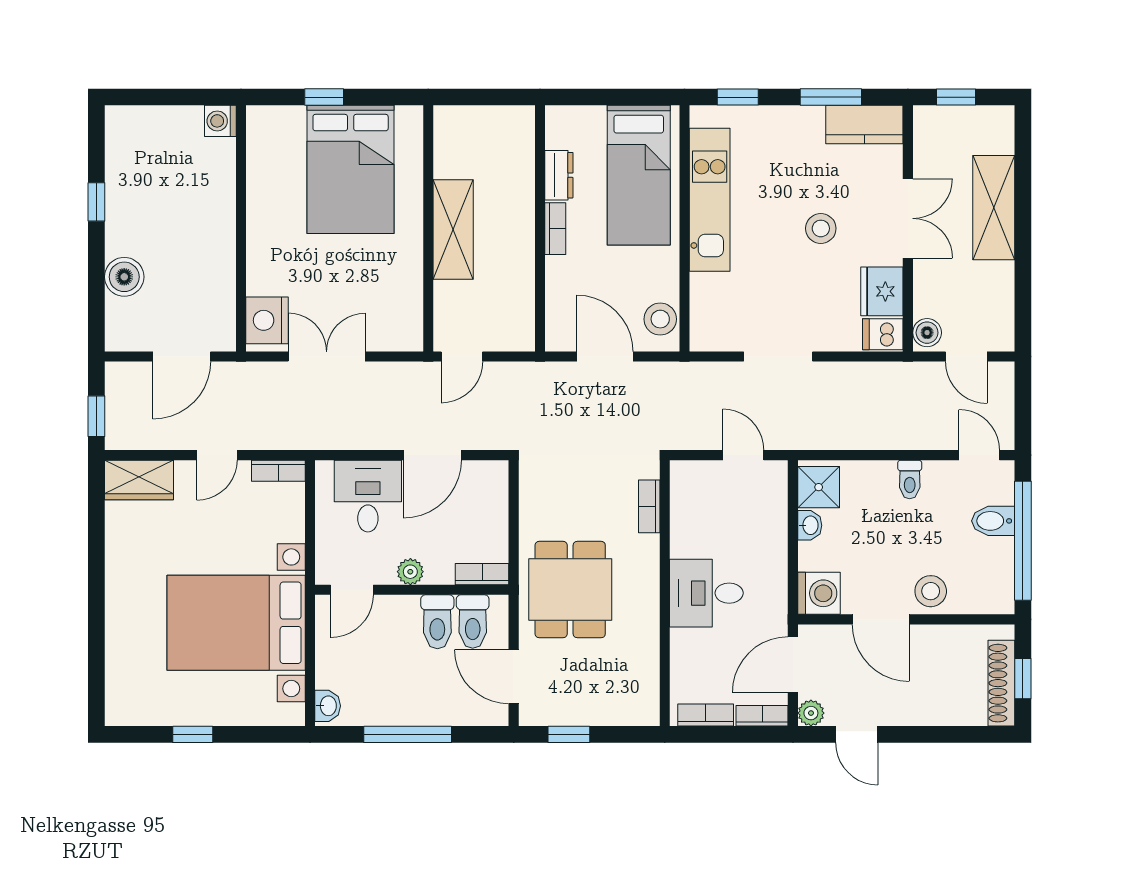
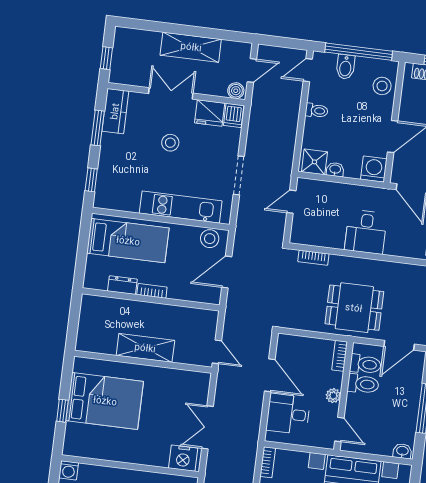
kitchen unit: (710, 200) -> (181, 207), moved
shelving: (994, 208) -> (191, 47), moved
stool: (931, 591) -> (382, 86), moved

